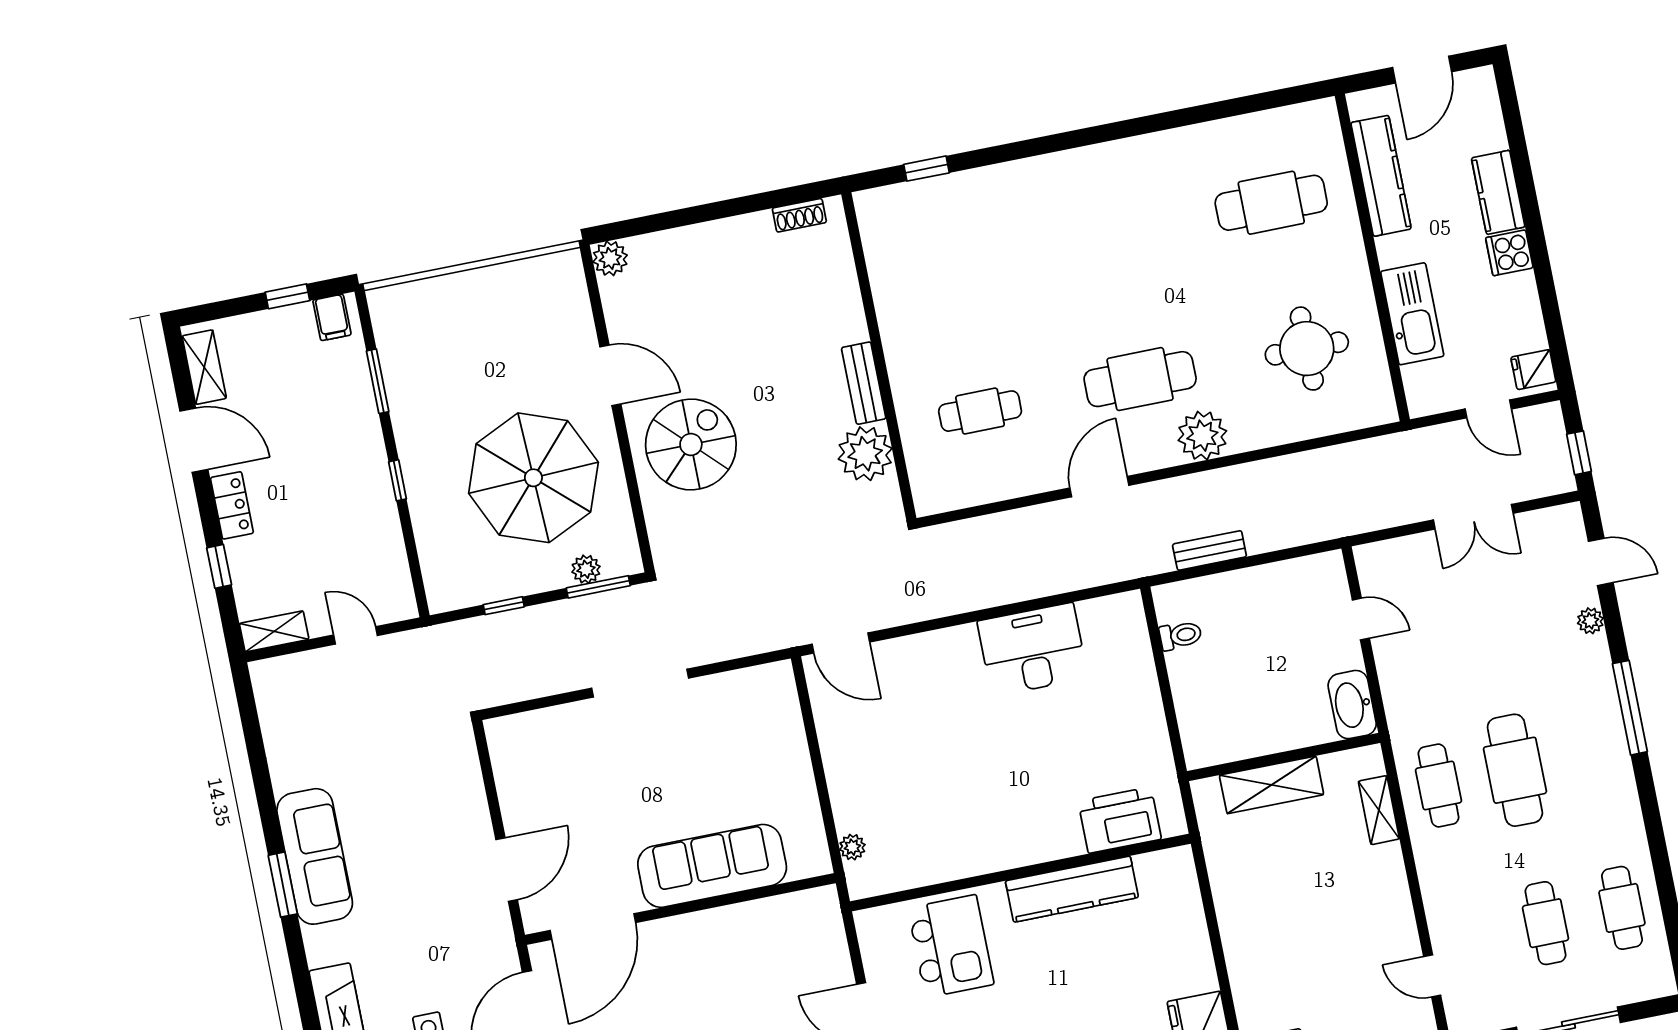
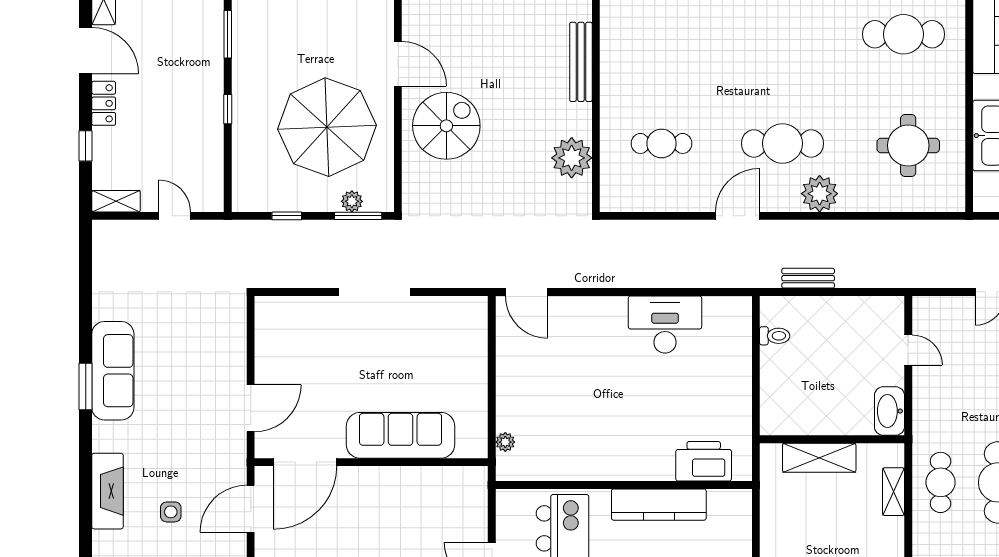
bench: (864, 383) -> (581, 62), moved, width x1.36

